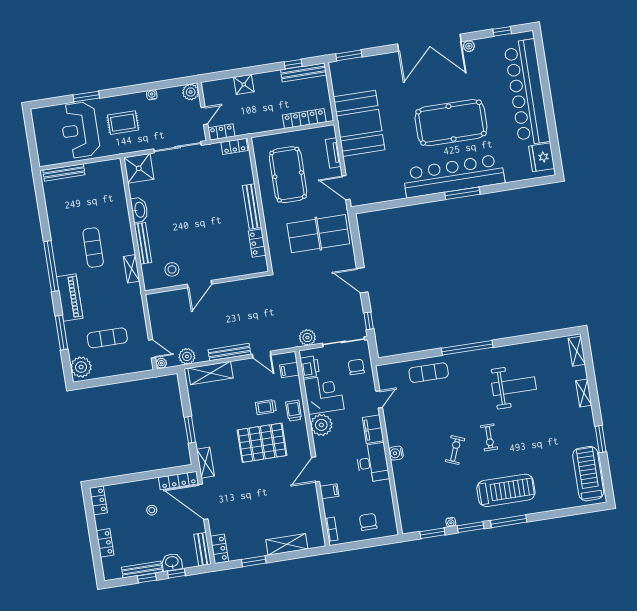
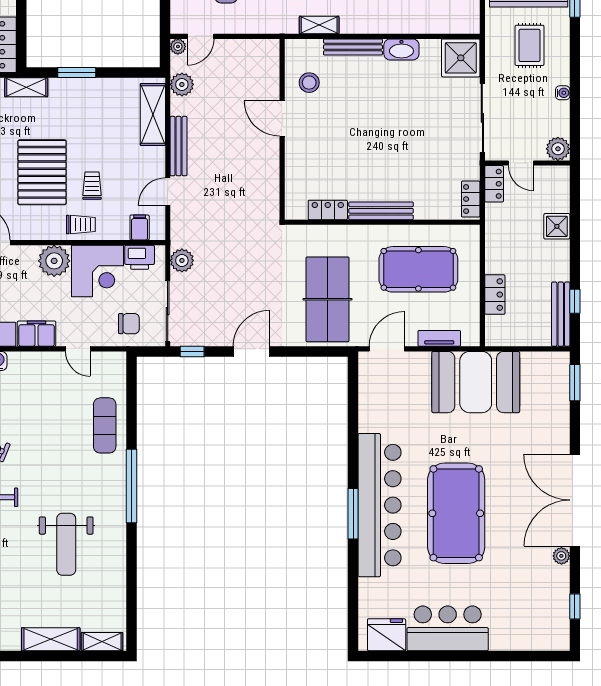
bar counter: (527, 92) -> (448, 628), width x0.54
locker: (304, 119) -> (495, 295), width x0.66
shelving: (584, 393) -> (51, 639), width x1.50, depth x1.33

